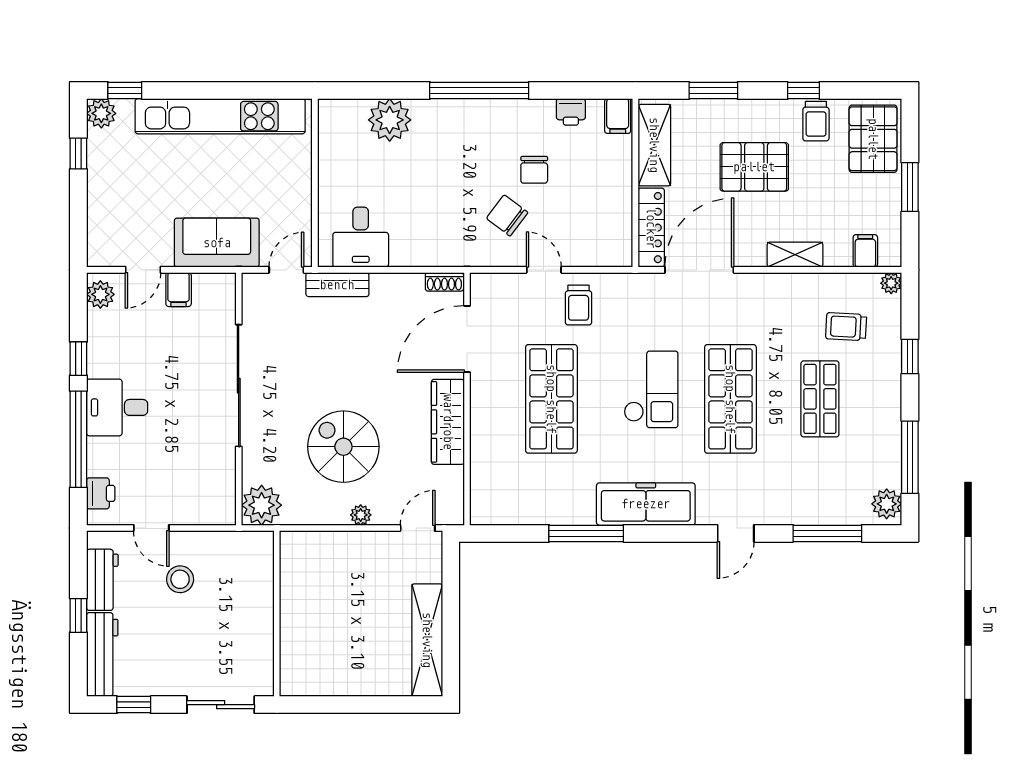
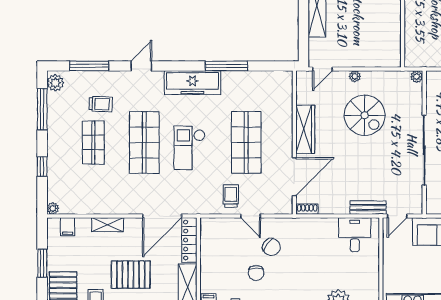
chair: (534, 170) -> (256, 273), turned 180
trolley: (846, 327) -> (101, 104), moved
plant: (262, 505) -> (417, 77), width x0.53, depth x0.53

